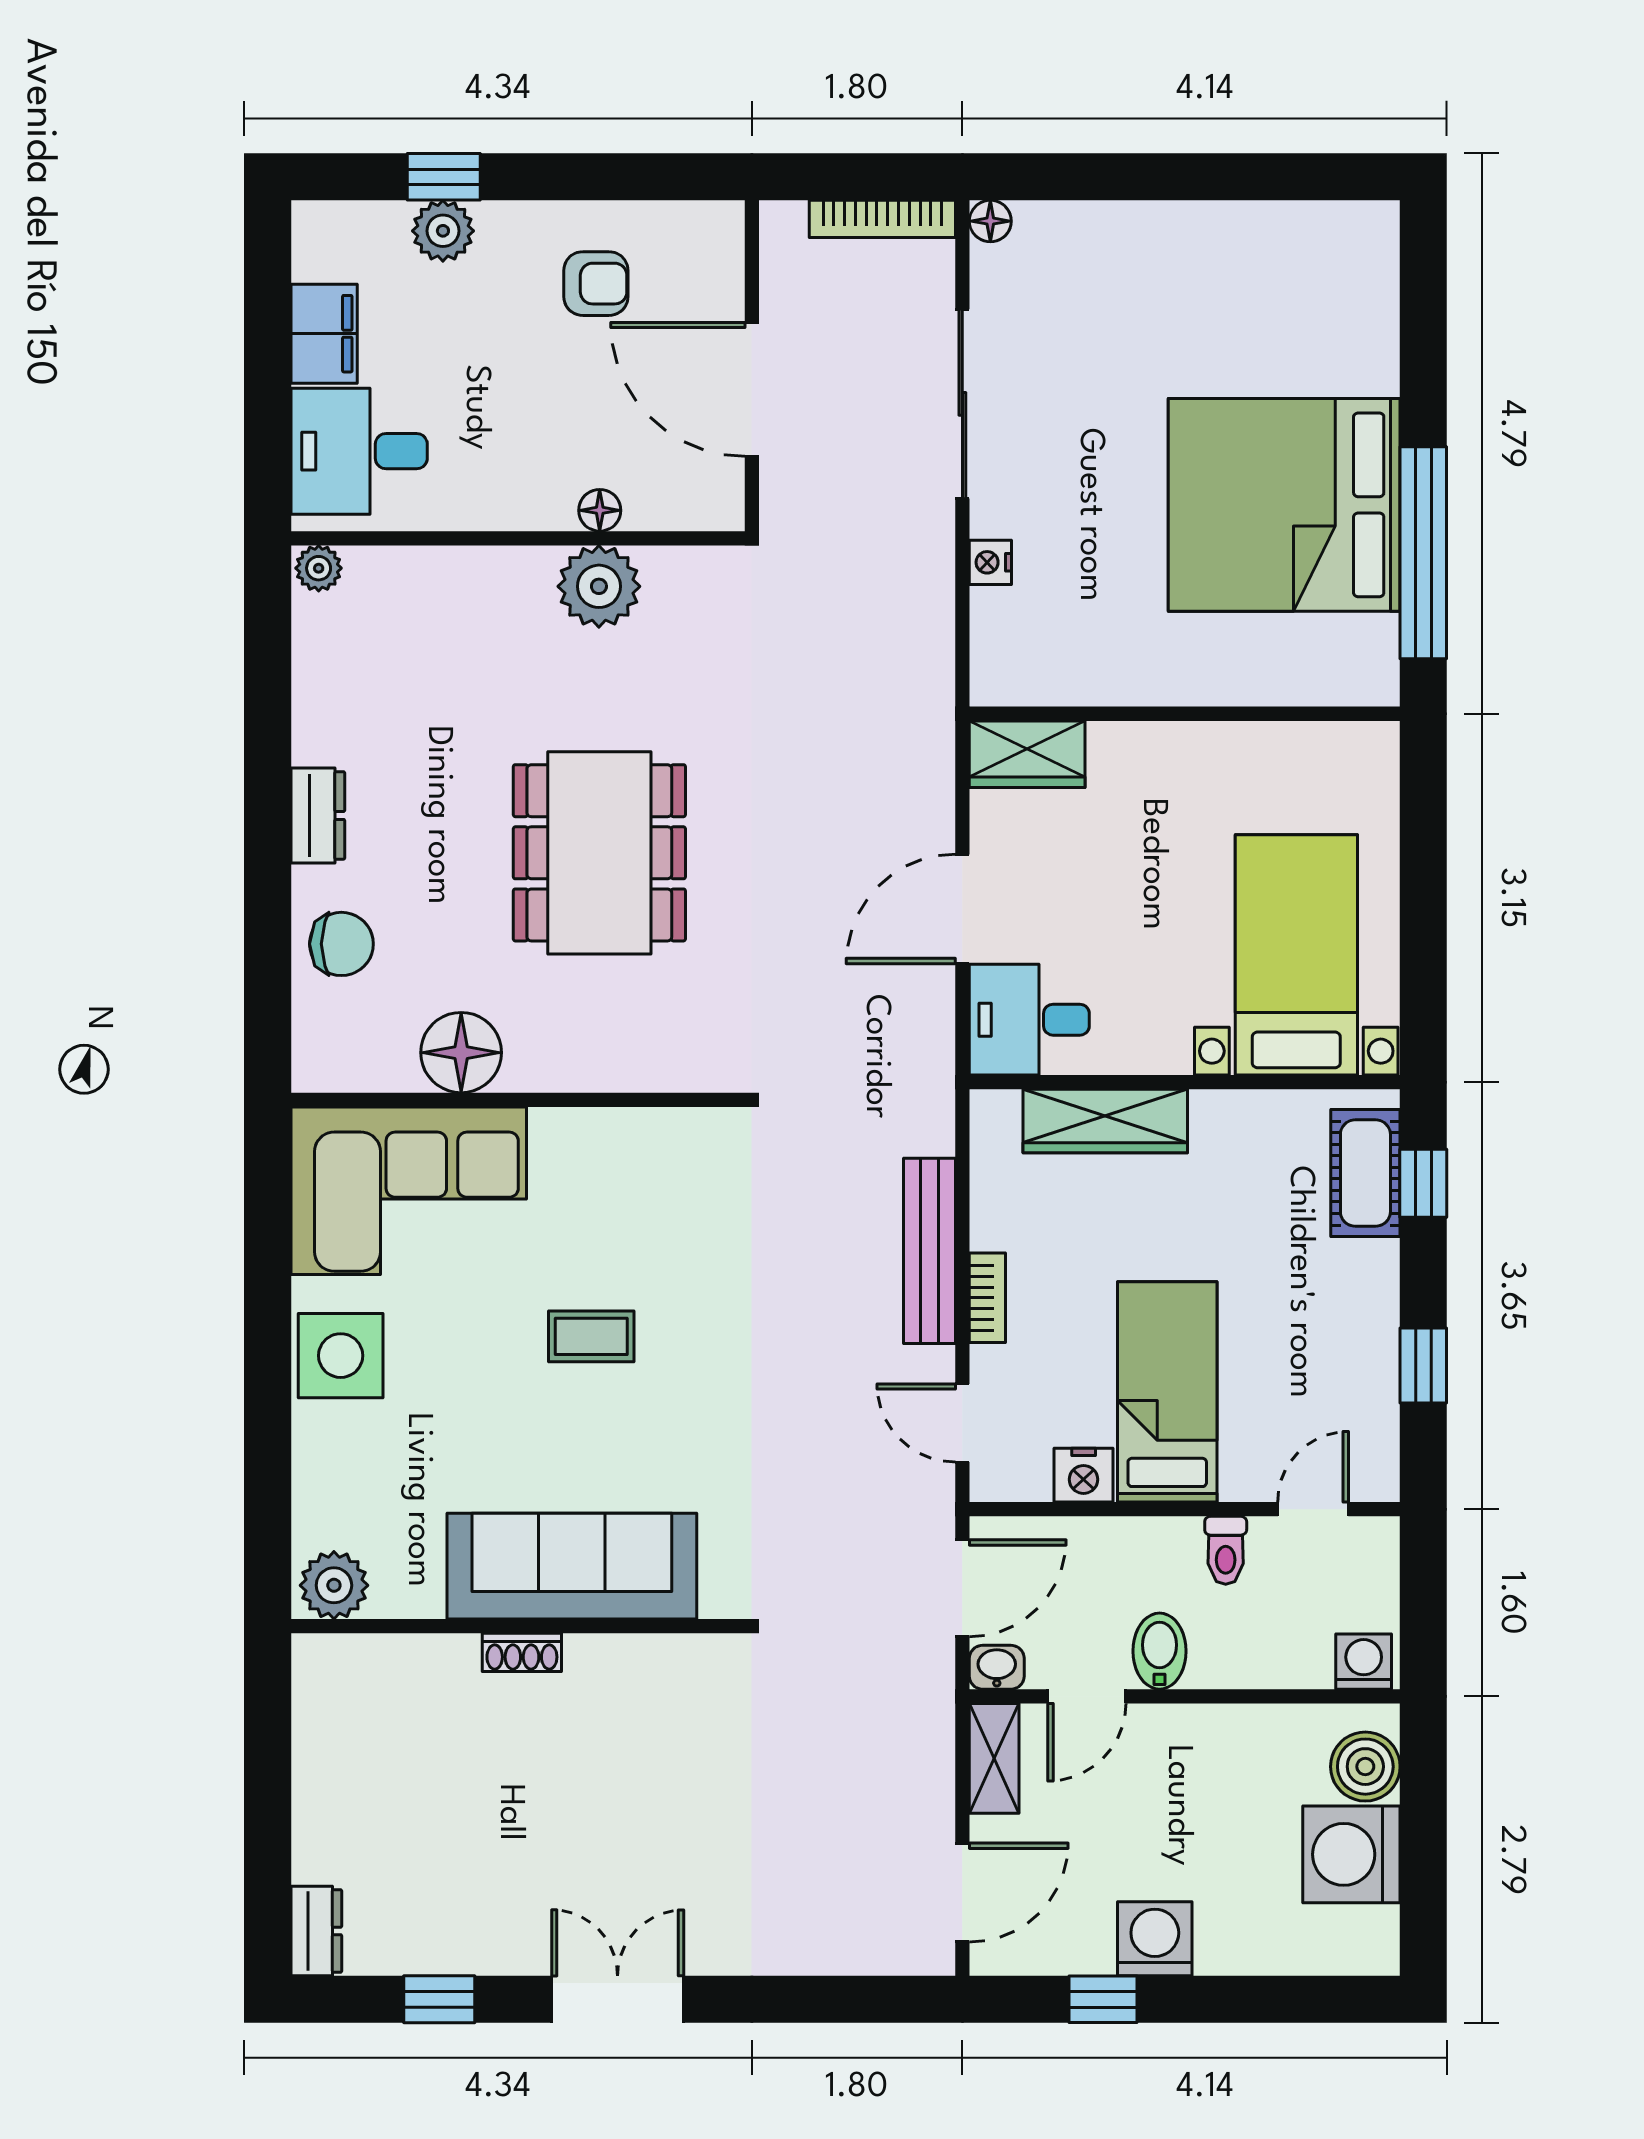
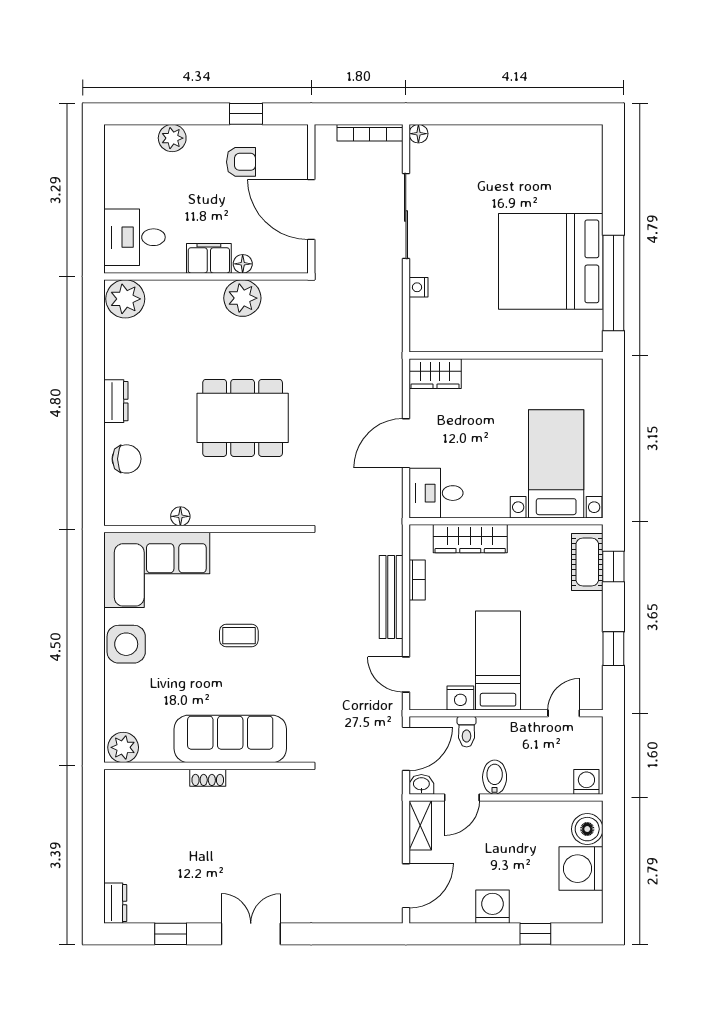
window: (444, 177) -> (246, 114), moved
filing cabinet: (324, 334) -> (209, 258), moved, turned -90
plant: (319, 568) -> (125, 299), width x1.88, depth x1.88
dining table: (599, 853) -> (243, 418), turned 90
floor lamp: (461, 1053) -> (180, 516), width x0.53, depth x0.53
bookcase: (987, 1298) -> (417, 580), moved
toilet: (1226, 1550) -> (467, 732), moved
window: (1103, 1999) -> (535, 934), moved

